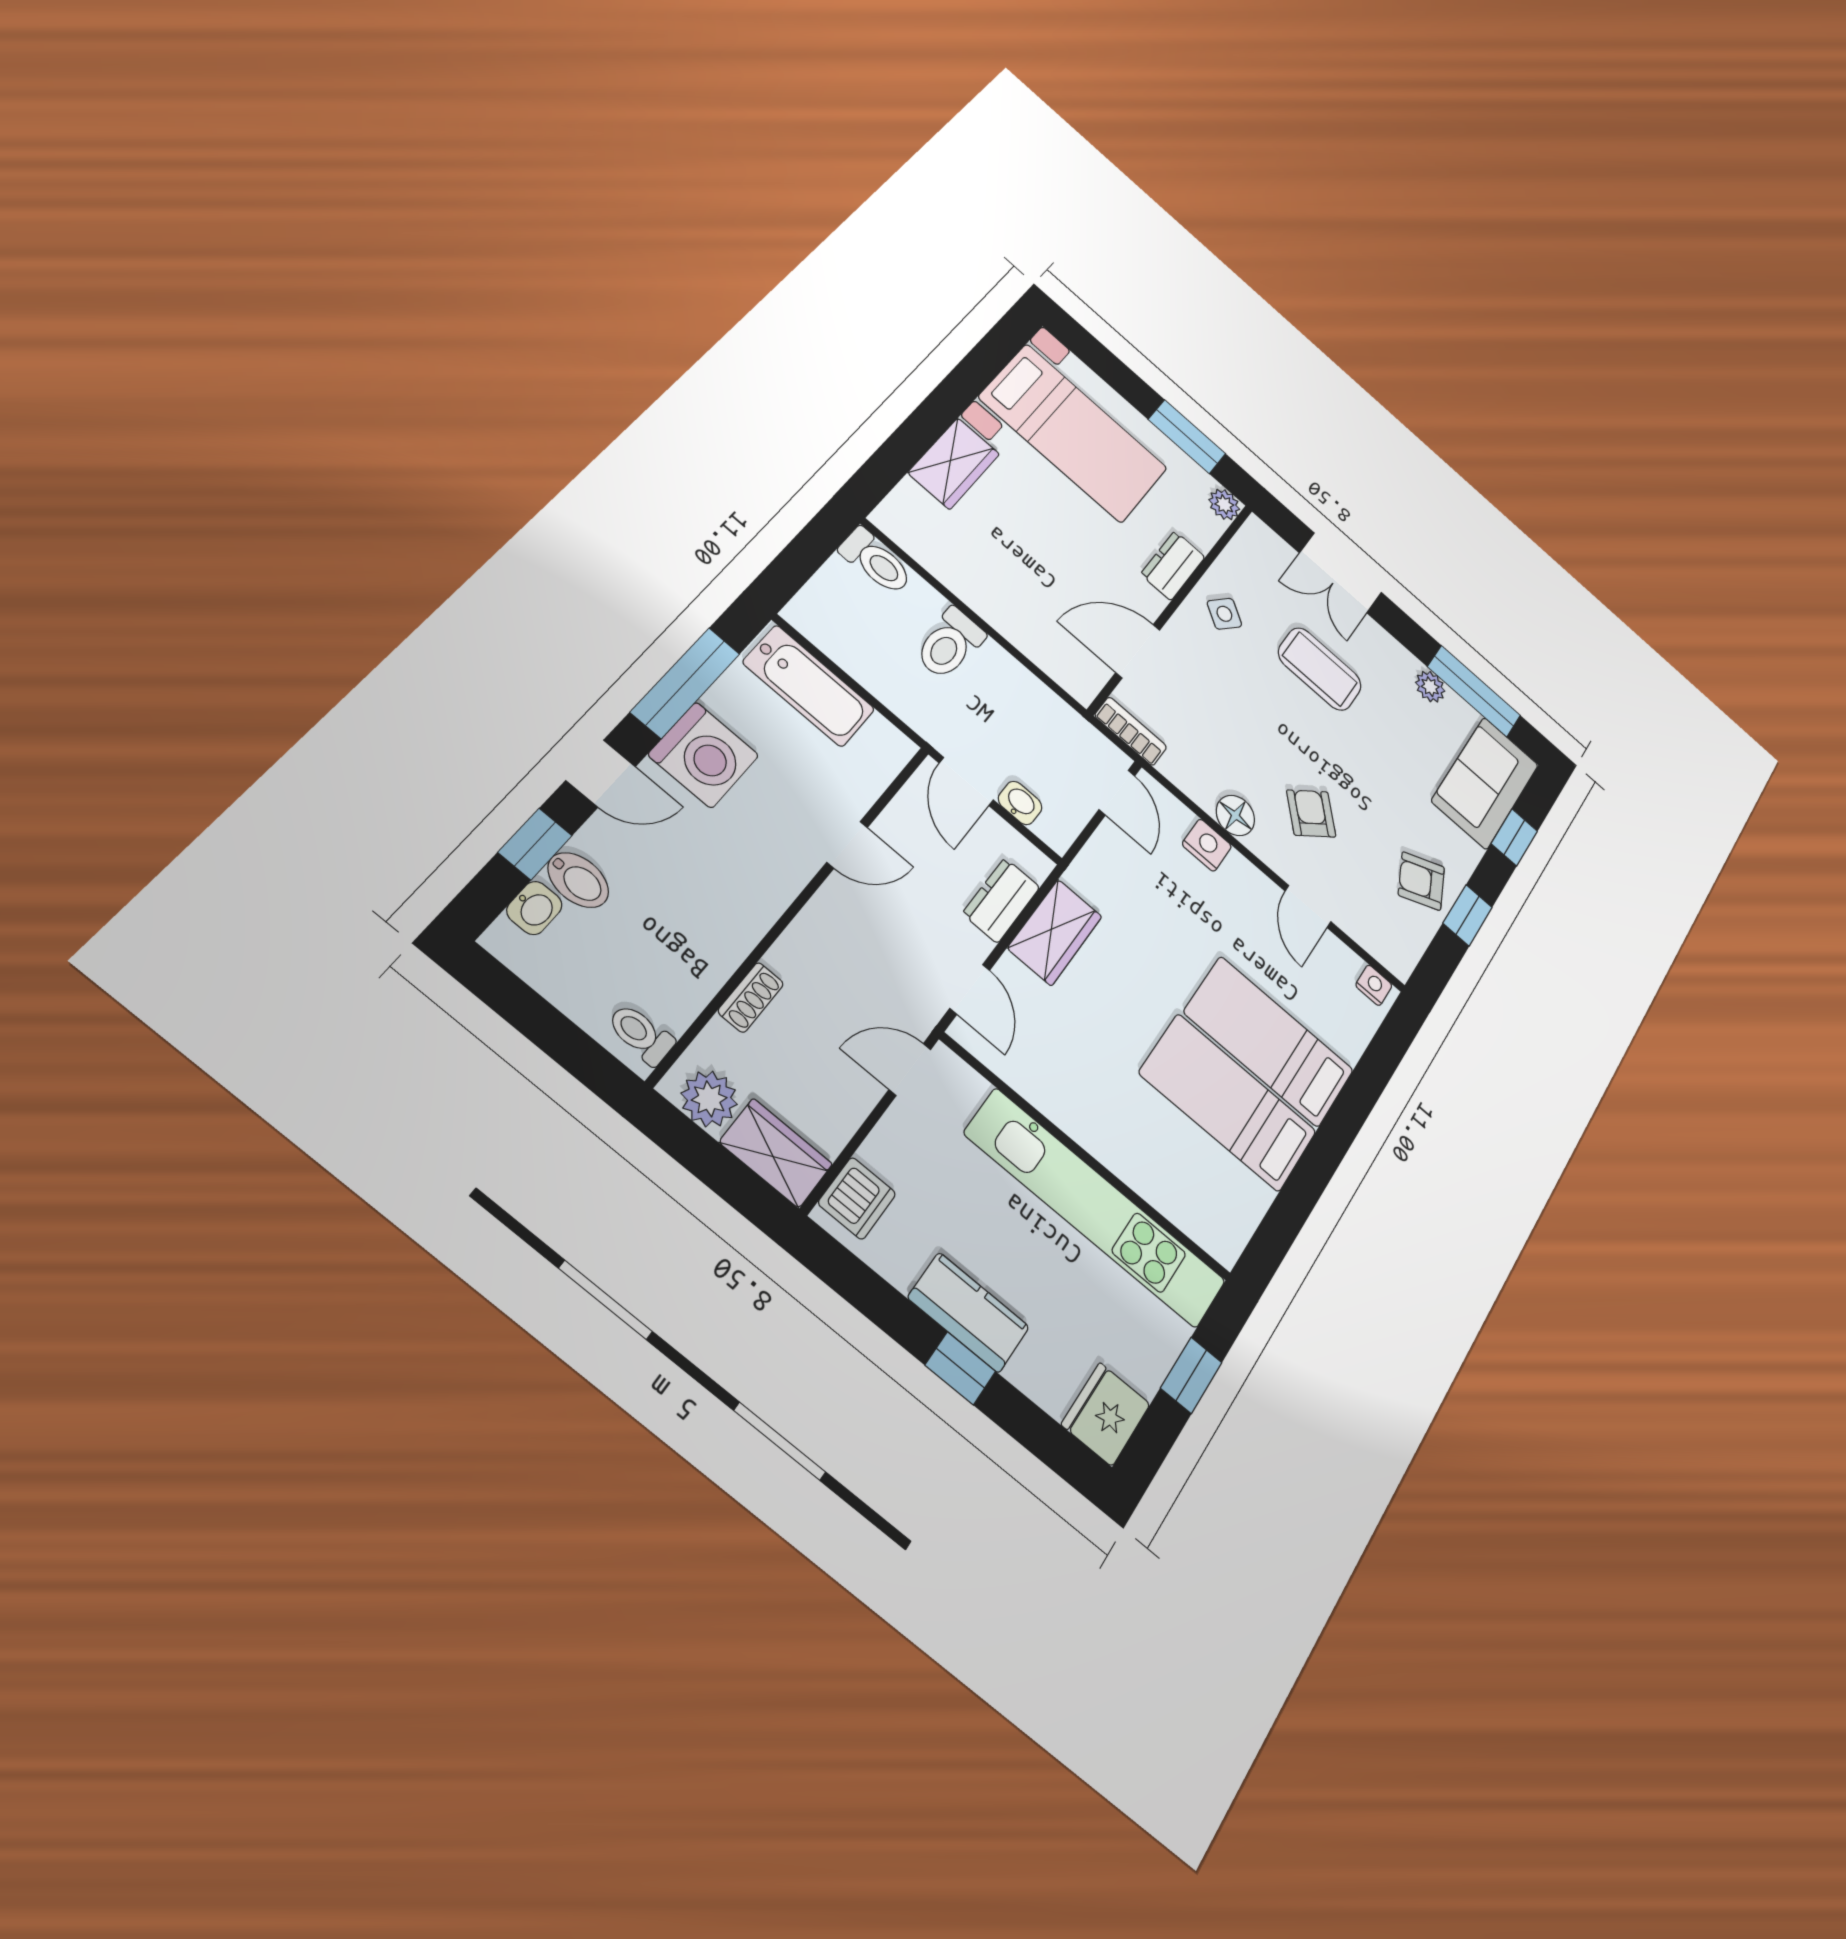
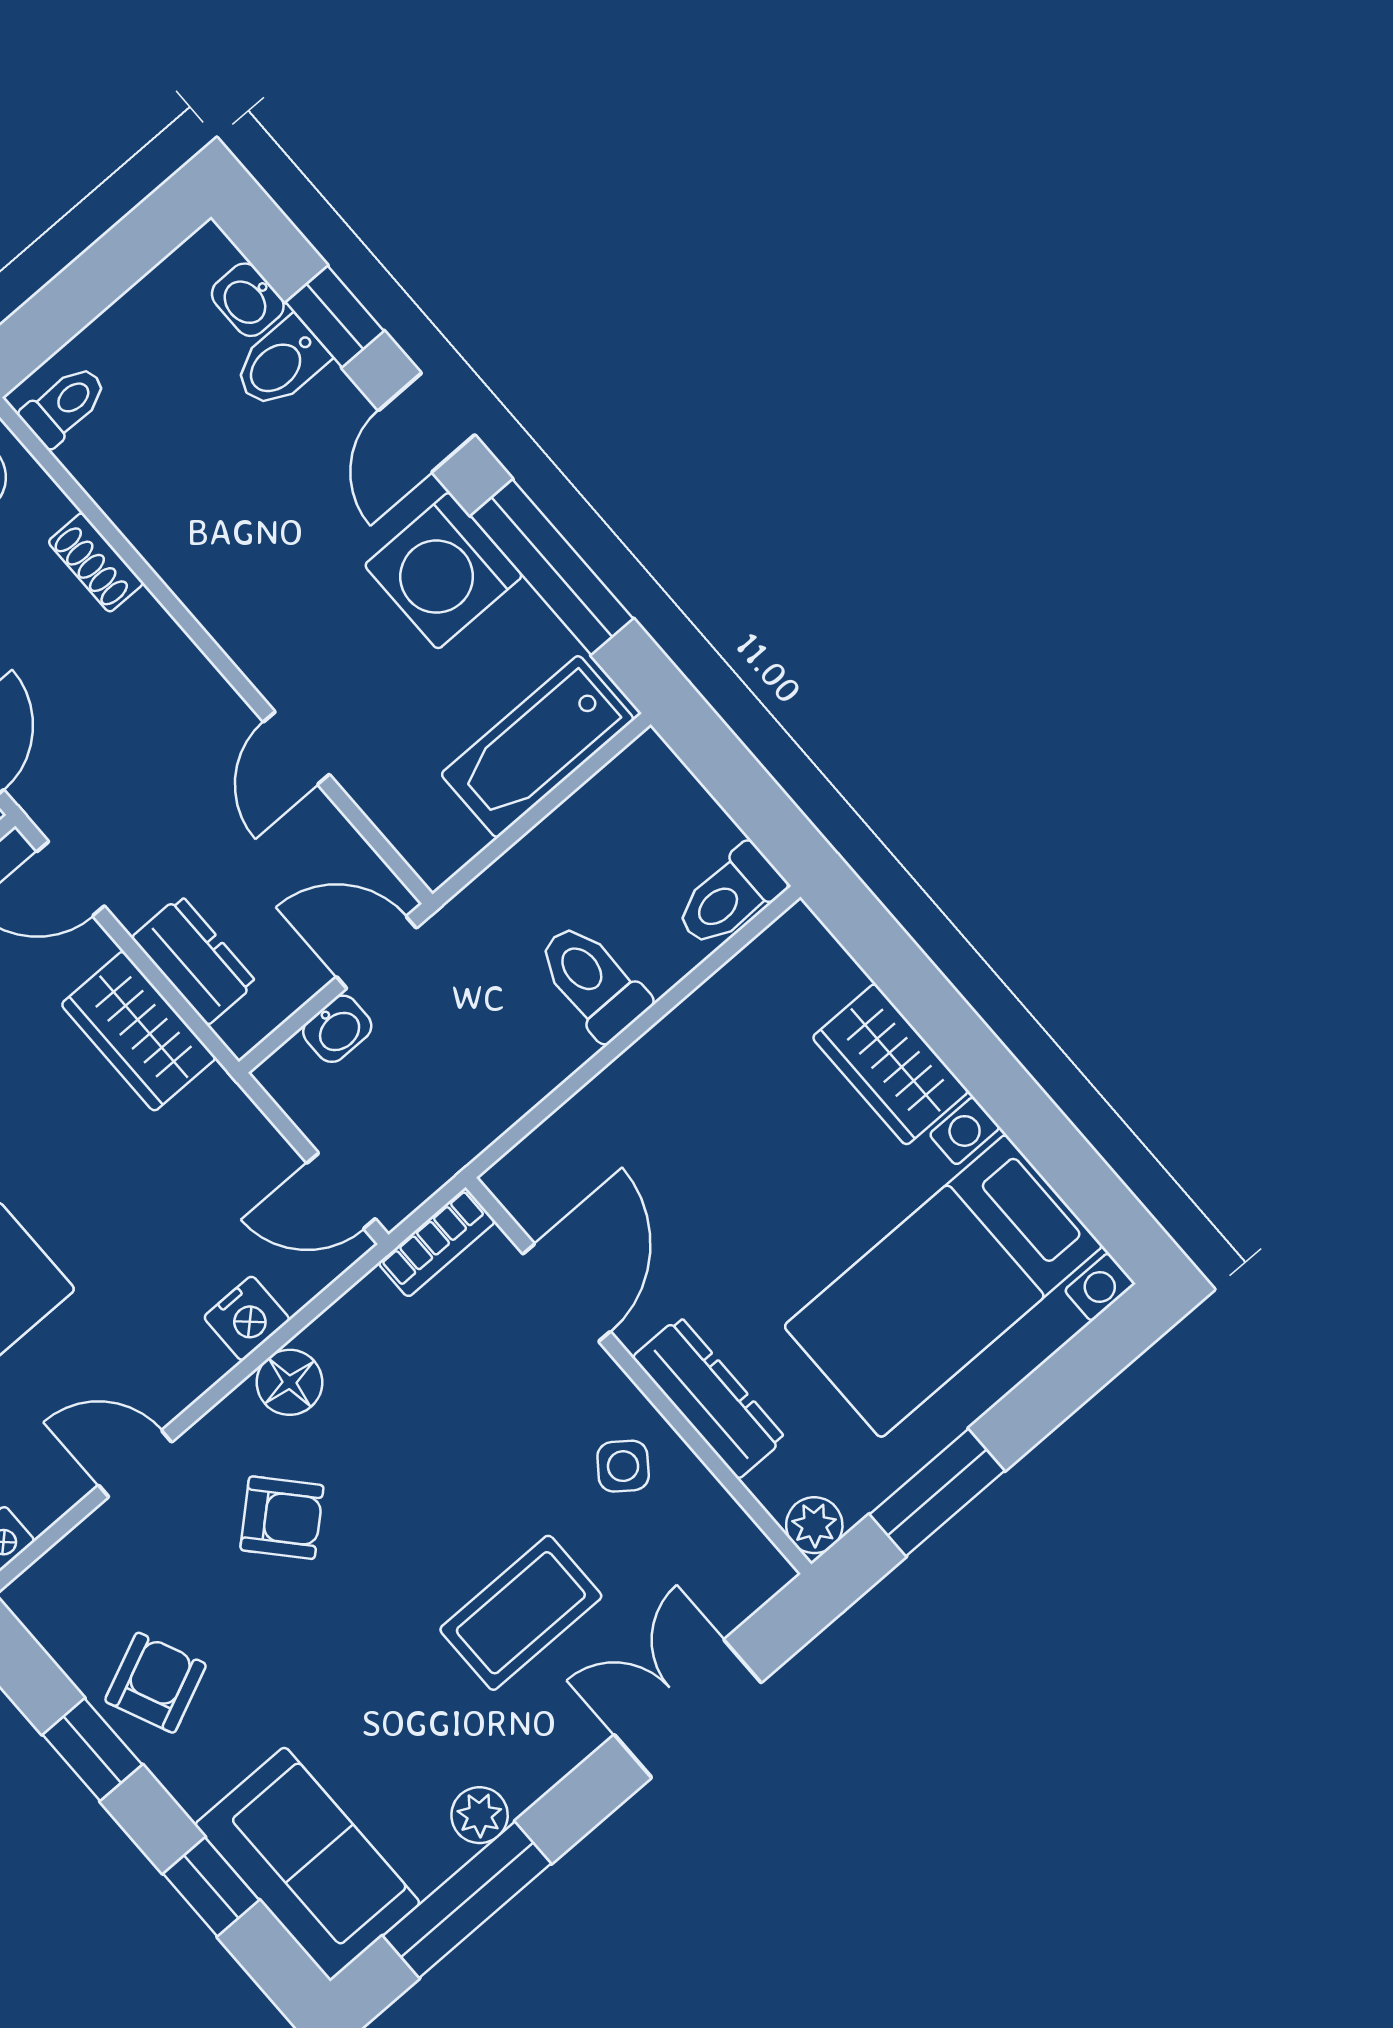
dresser: (1173, 566) -> (709, 1398), width x1.44

